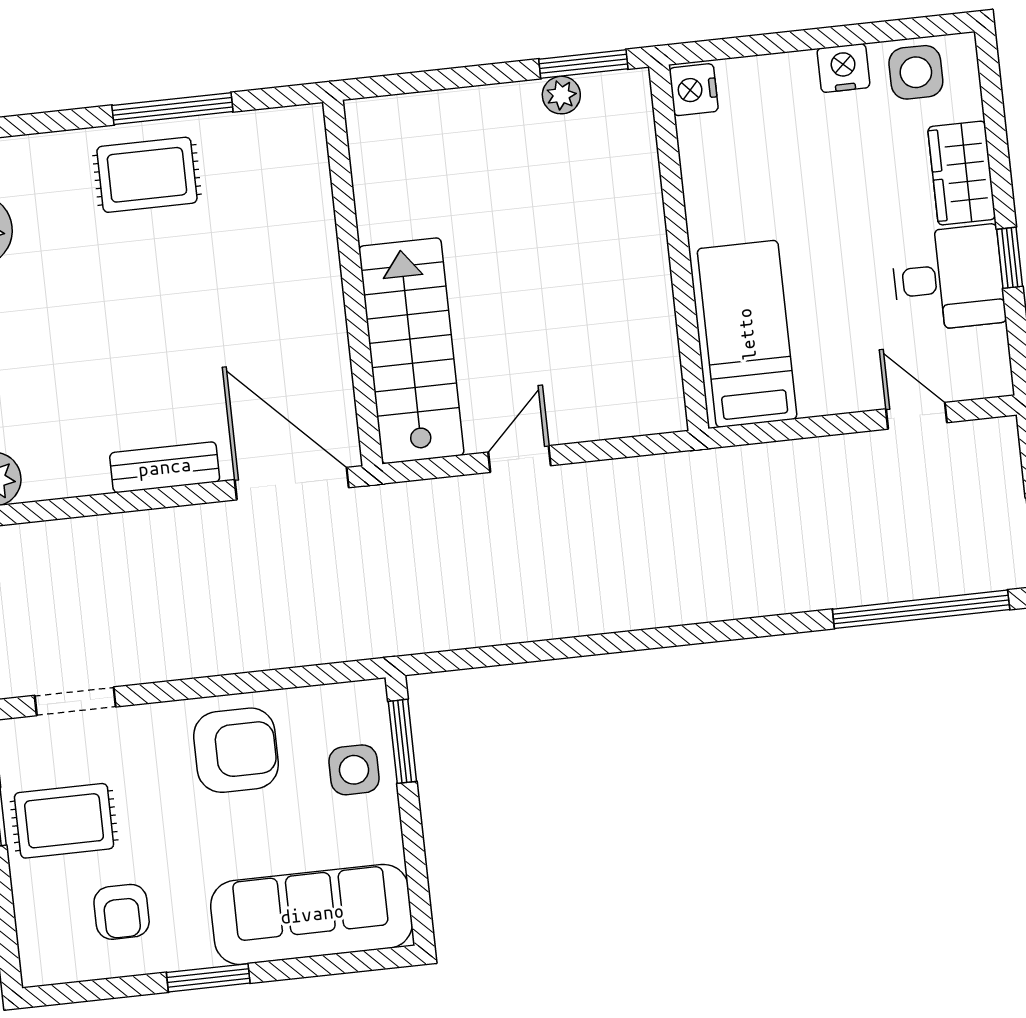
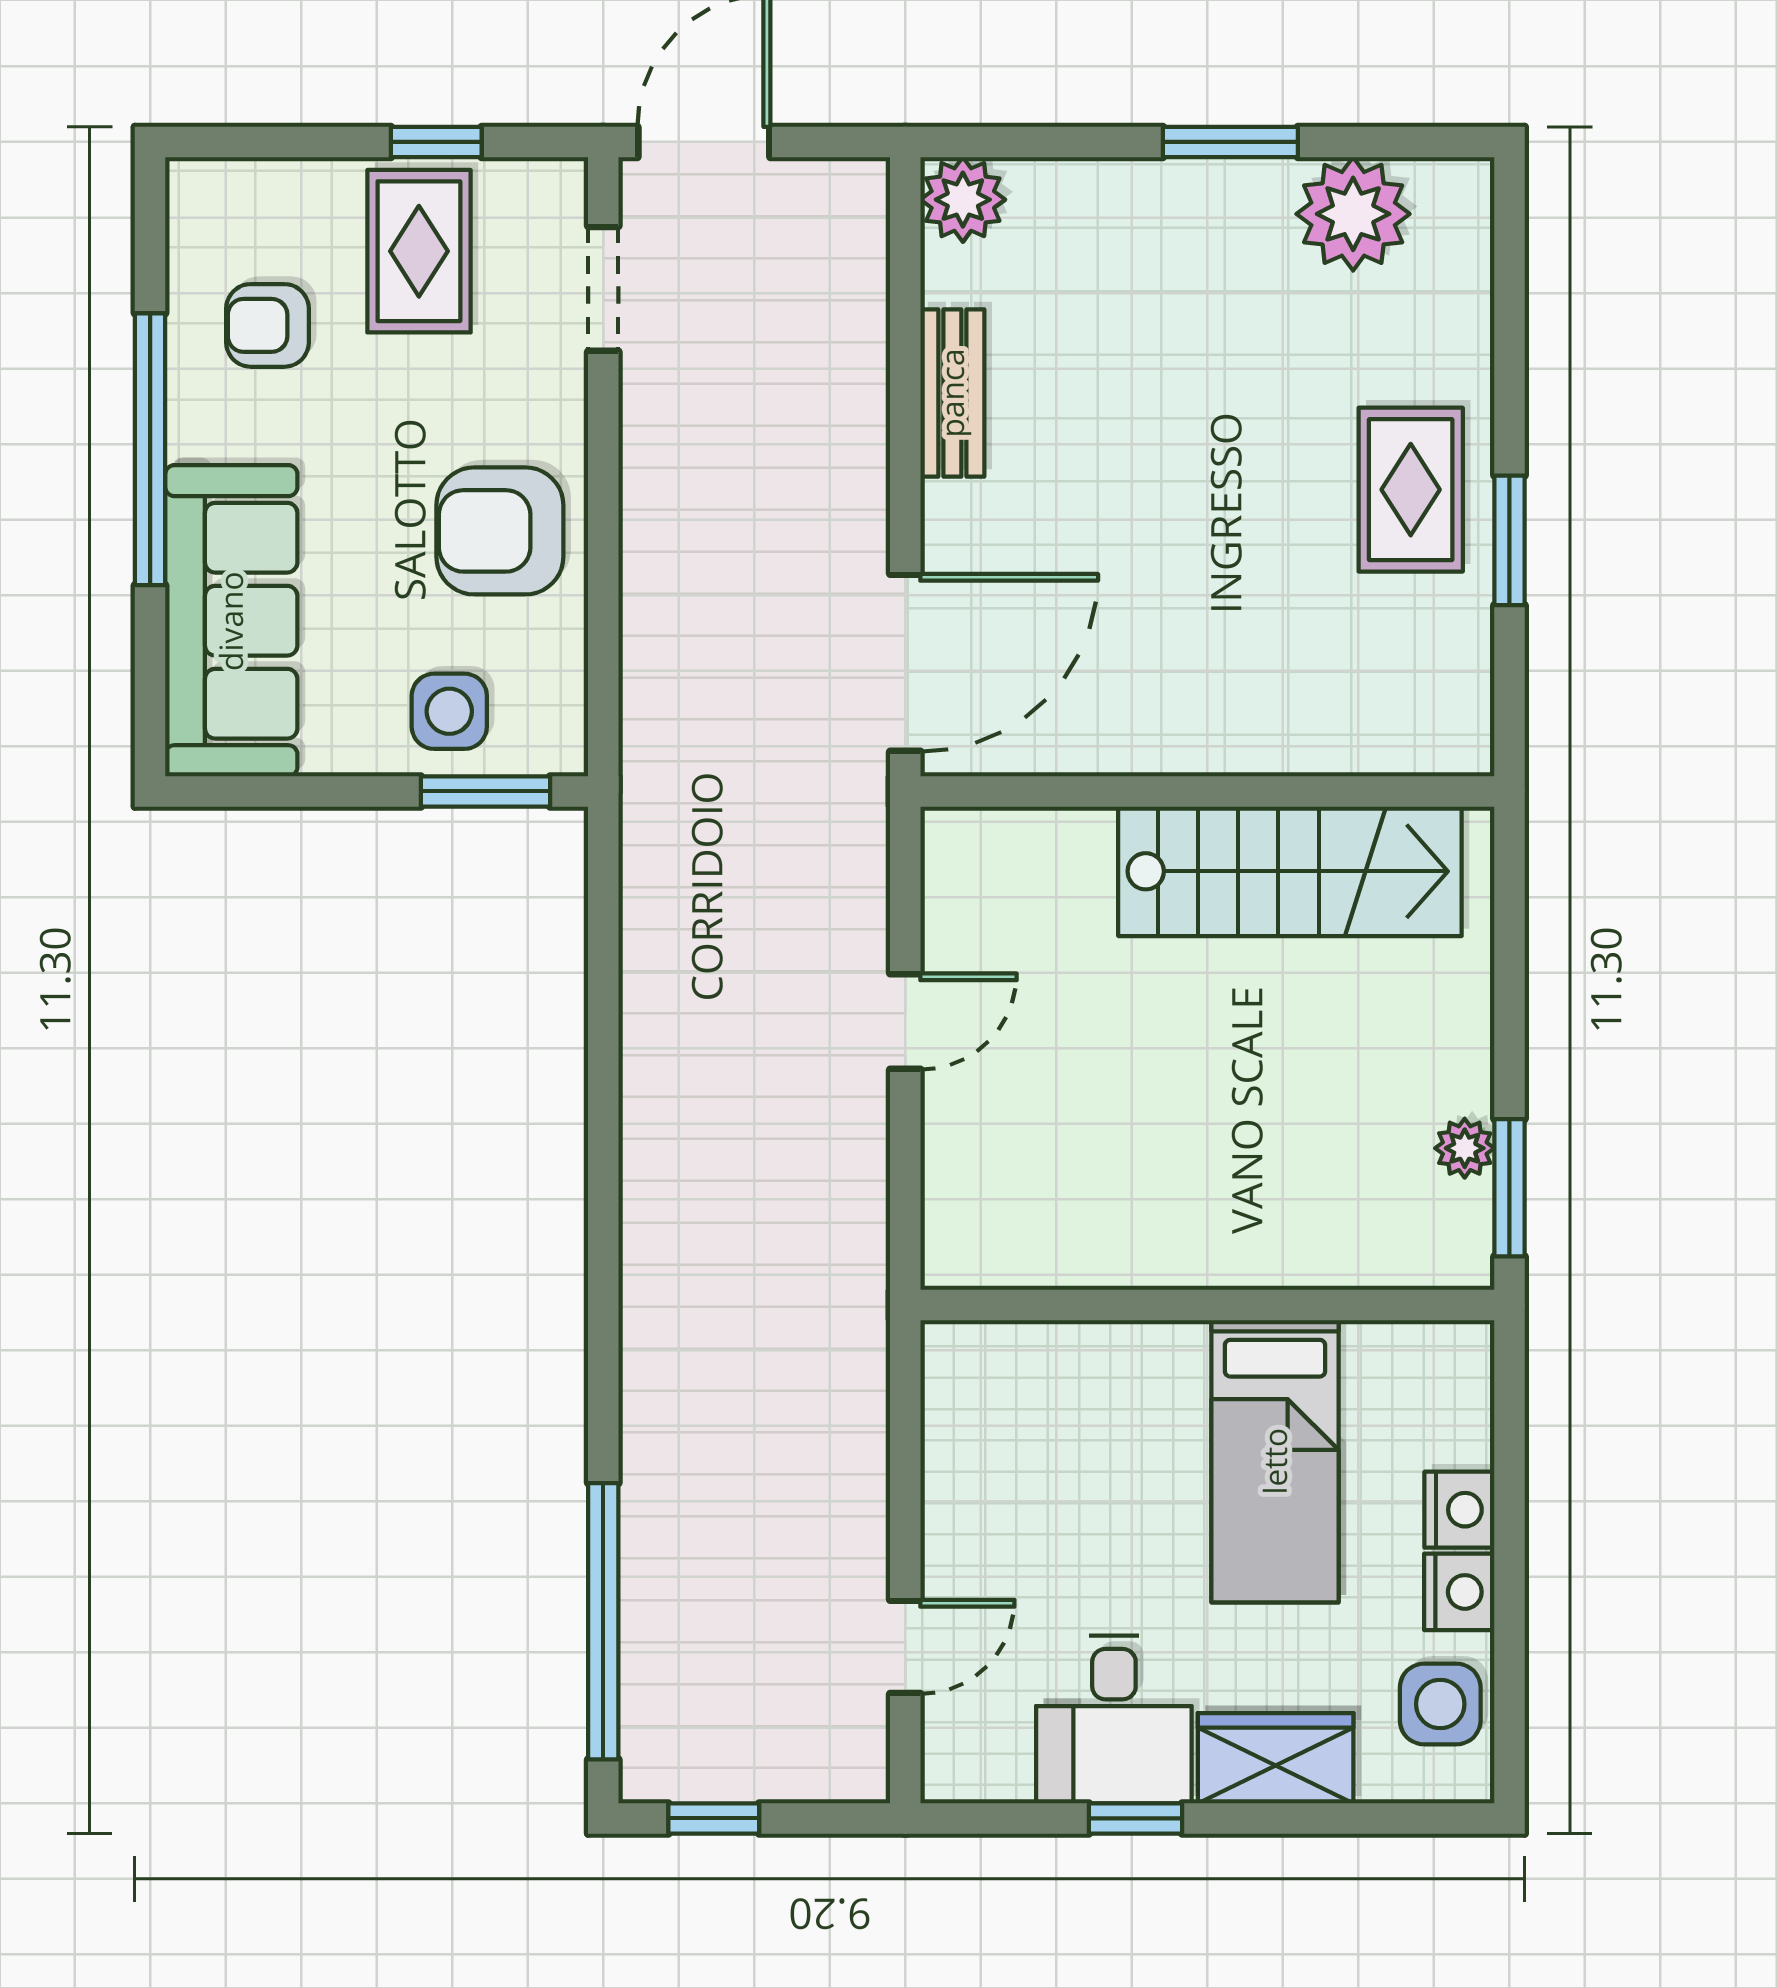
nightstand: (694, 90) -> (1459, 1510), moved, turned 90
window: (172, 109) -> (1509, 540), width x0.69
bed: (747, 334) -> (1275, 1461), moved, turned 90
stairs: (411, 351) -> (1290, 871), moved
door: (520, 459) -> (905, 1022), hinge flipped
bench: (165, 467) -> (952, 393), moved
armchair: (236, 750) -> (500, 531), turned 90
window: (208, 978) -> (150, 449), width x2.11

